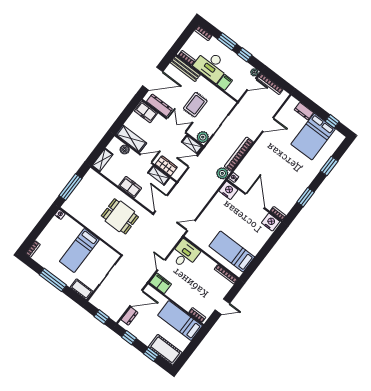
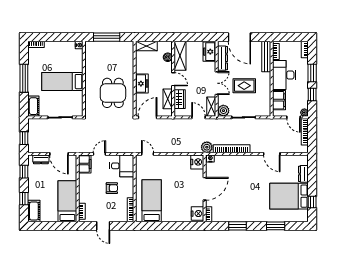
filing cabinet: (225, 82) -> (279, 100), width x2.00
armchair: (197, 276) -> (112, 188), added
cot: (165, 350) -> (34, 211), width x0.73, depth x0.75

